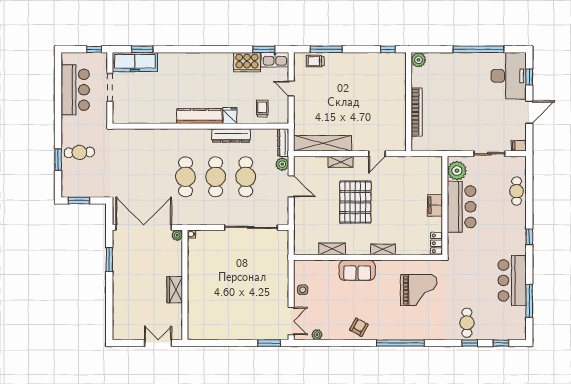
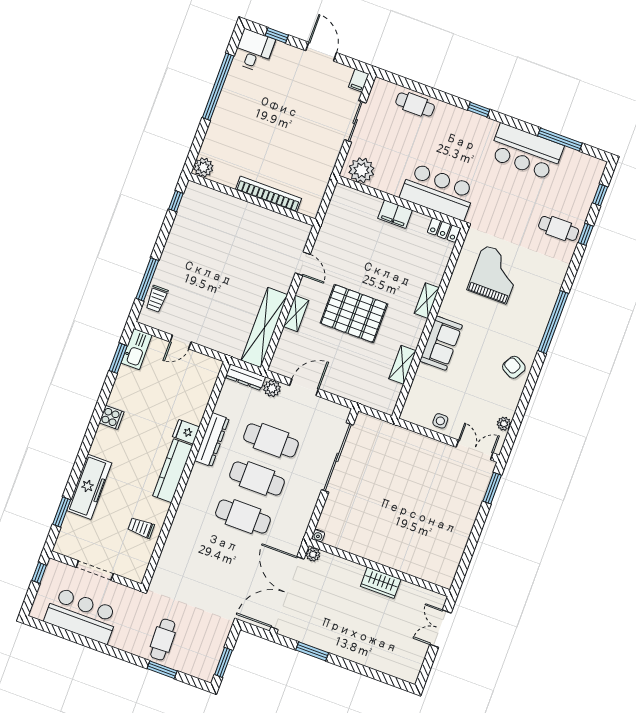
freezer: (135, 62) -> (89, 487), moved
cooker: (247, 62) -> (112, 417), moved, width x0.53, depth x0.76
desk: (509, 76) -> (254, 51), width x0.53, depth x0.77
trolley: (262, 109) -> (141, 528), moved
bar counter: (462, 207) -> (438, 192), moved

